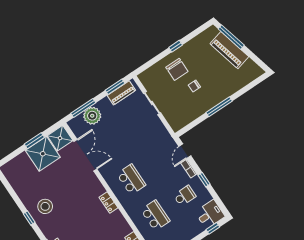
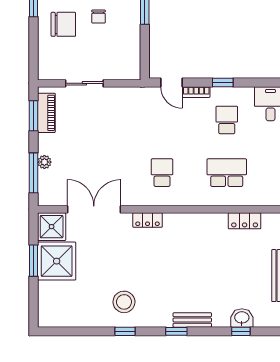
plant: (92, 116) -> (44, 162), width x0.53, depth x0.53
school desk: (131, 179) -> (162, 173), width x0.54
locker: (108, 203) -> (148, 220), moved

